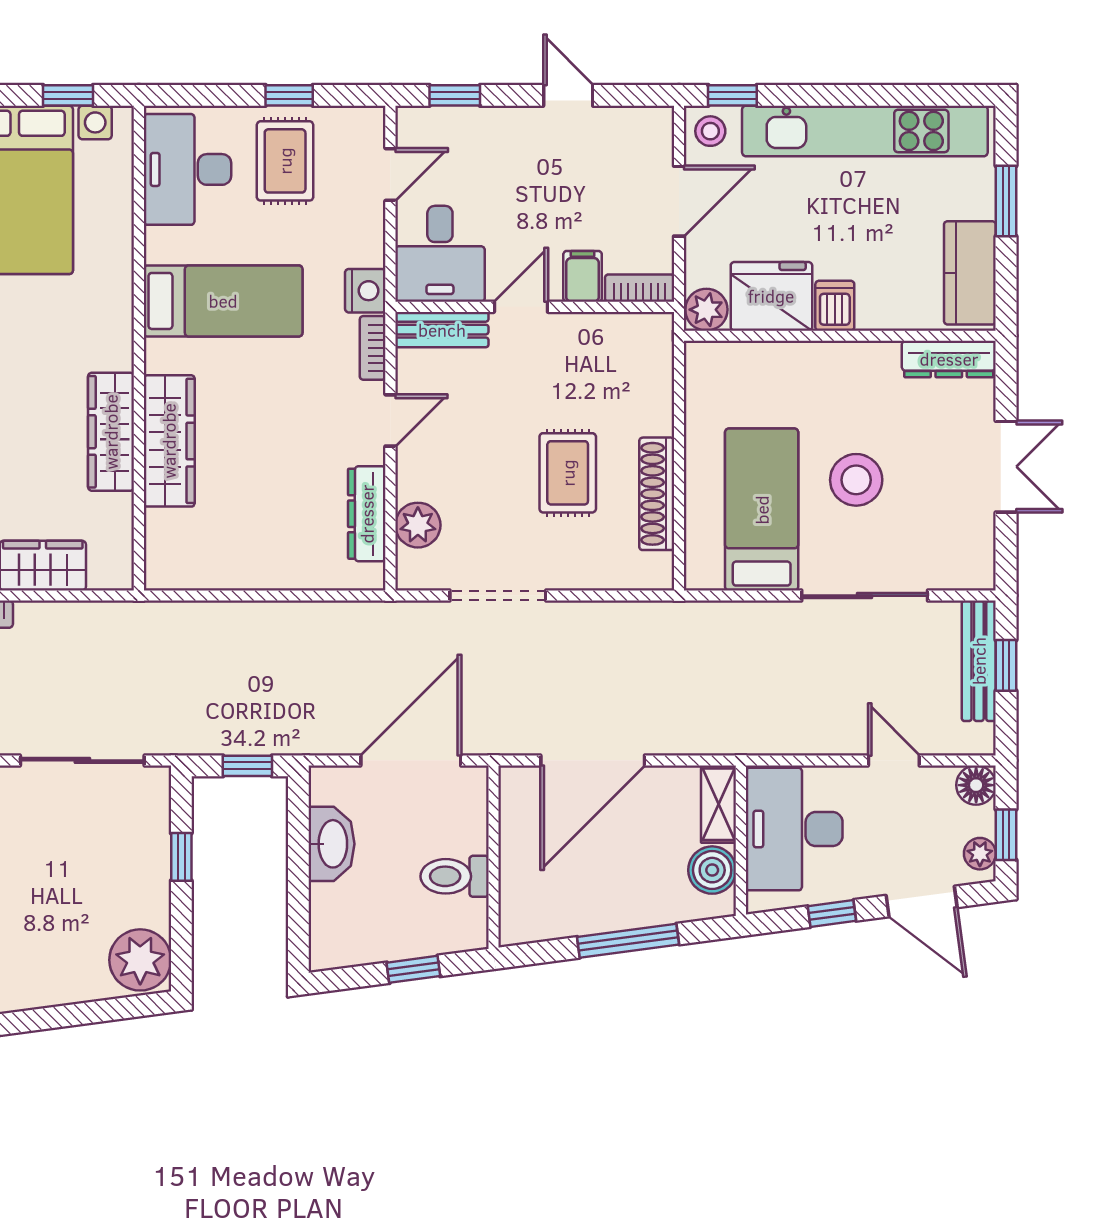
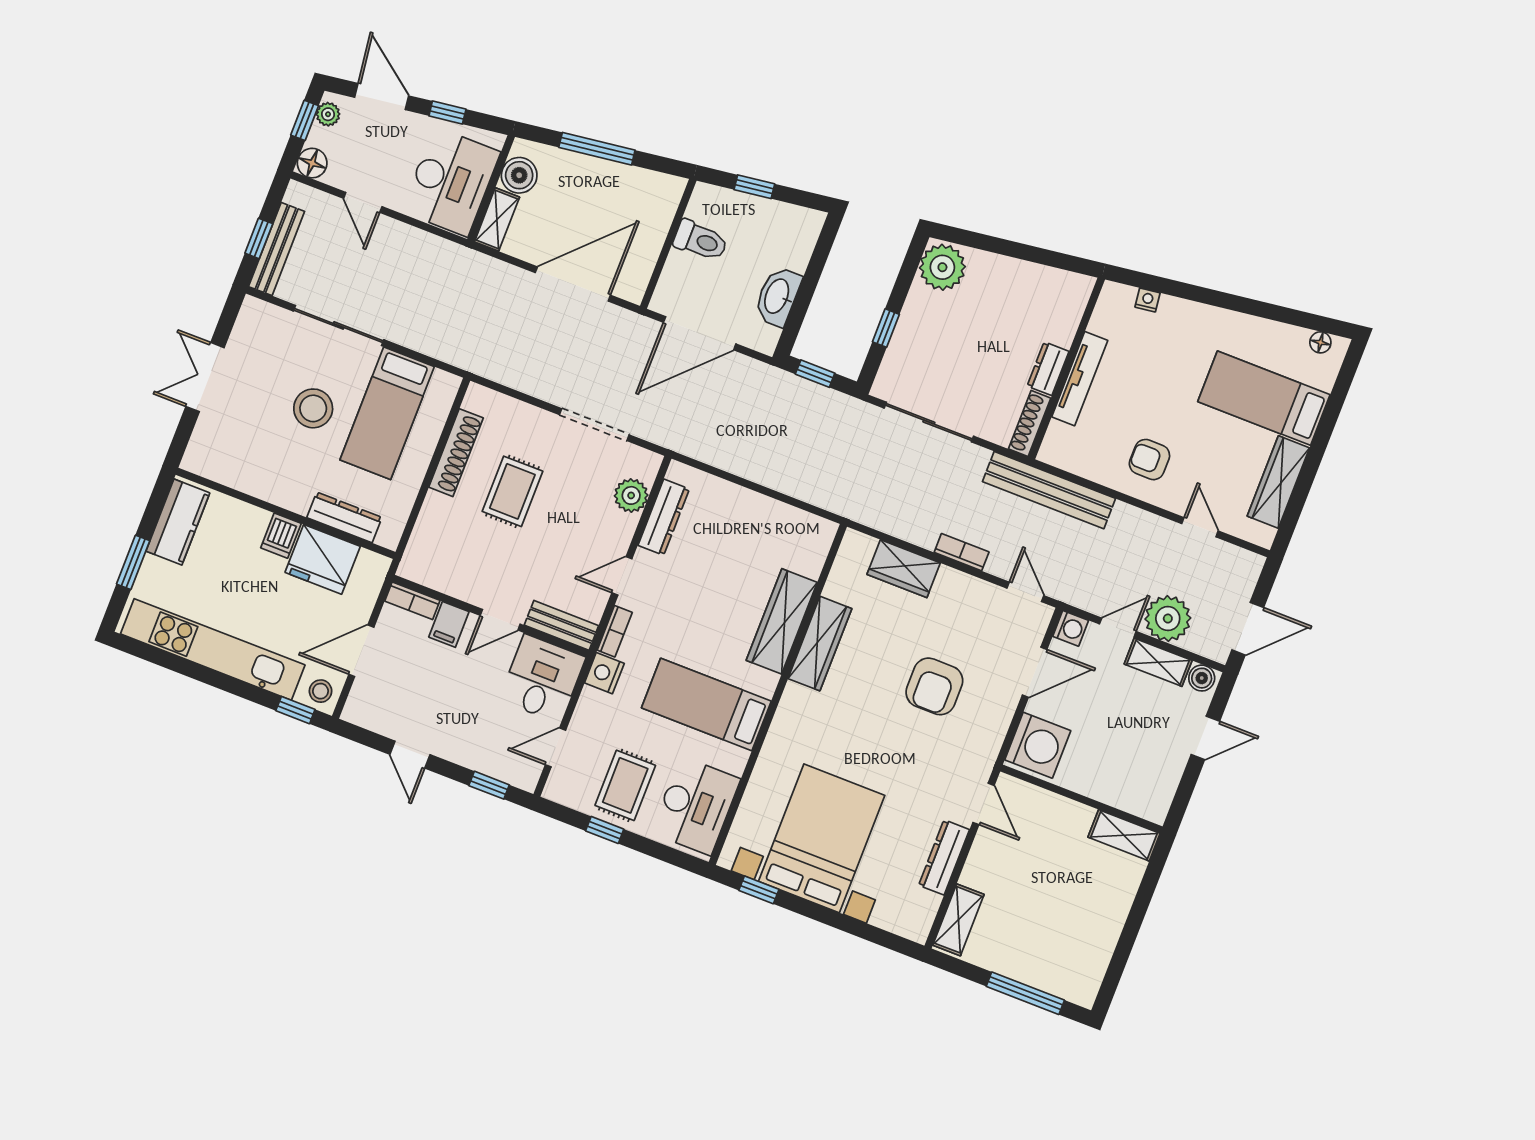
plant: (706, 310) -> (372, 568), removed
dresser: (949, 359) -> (344, 517), moved

